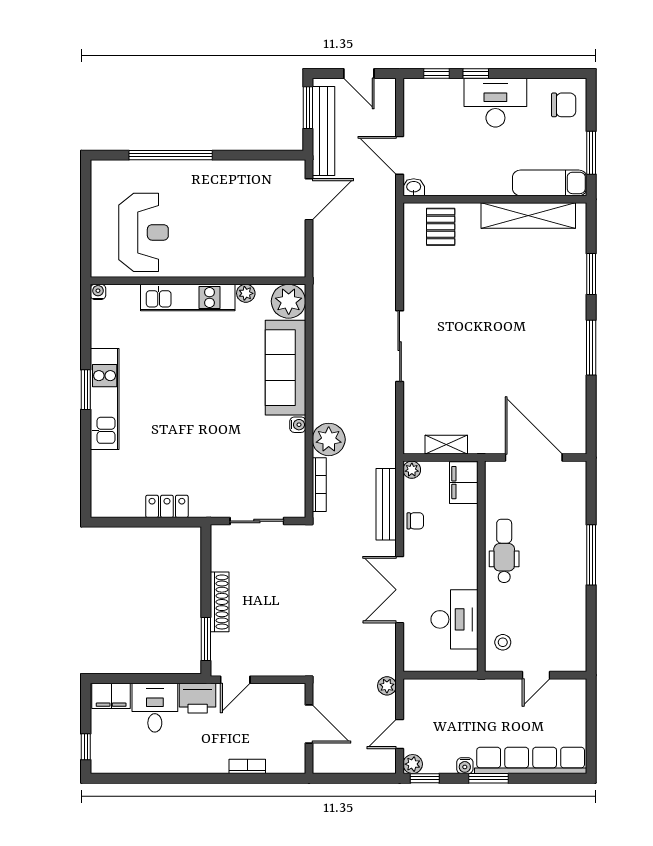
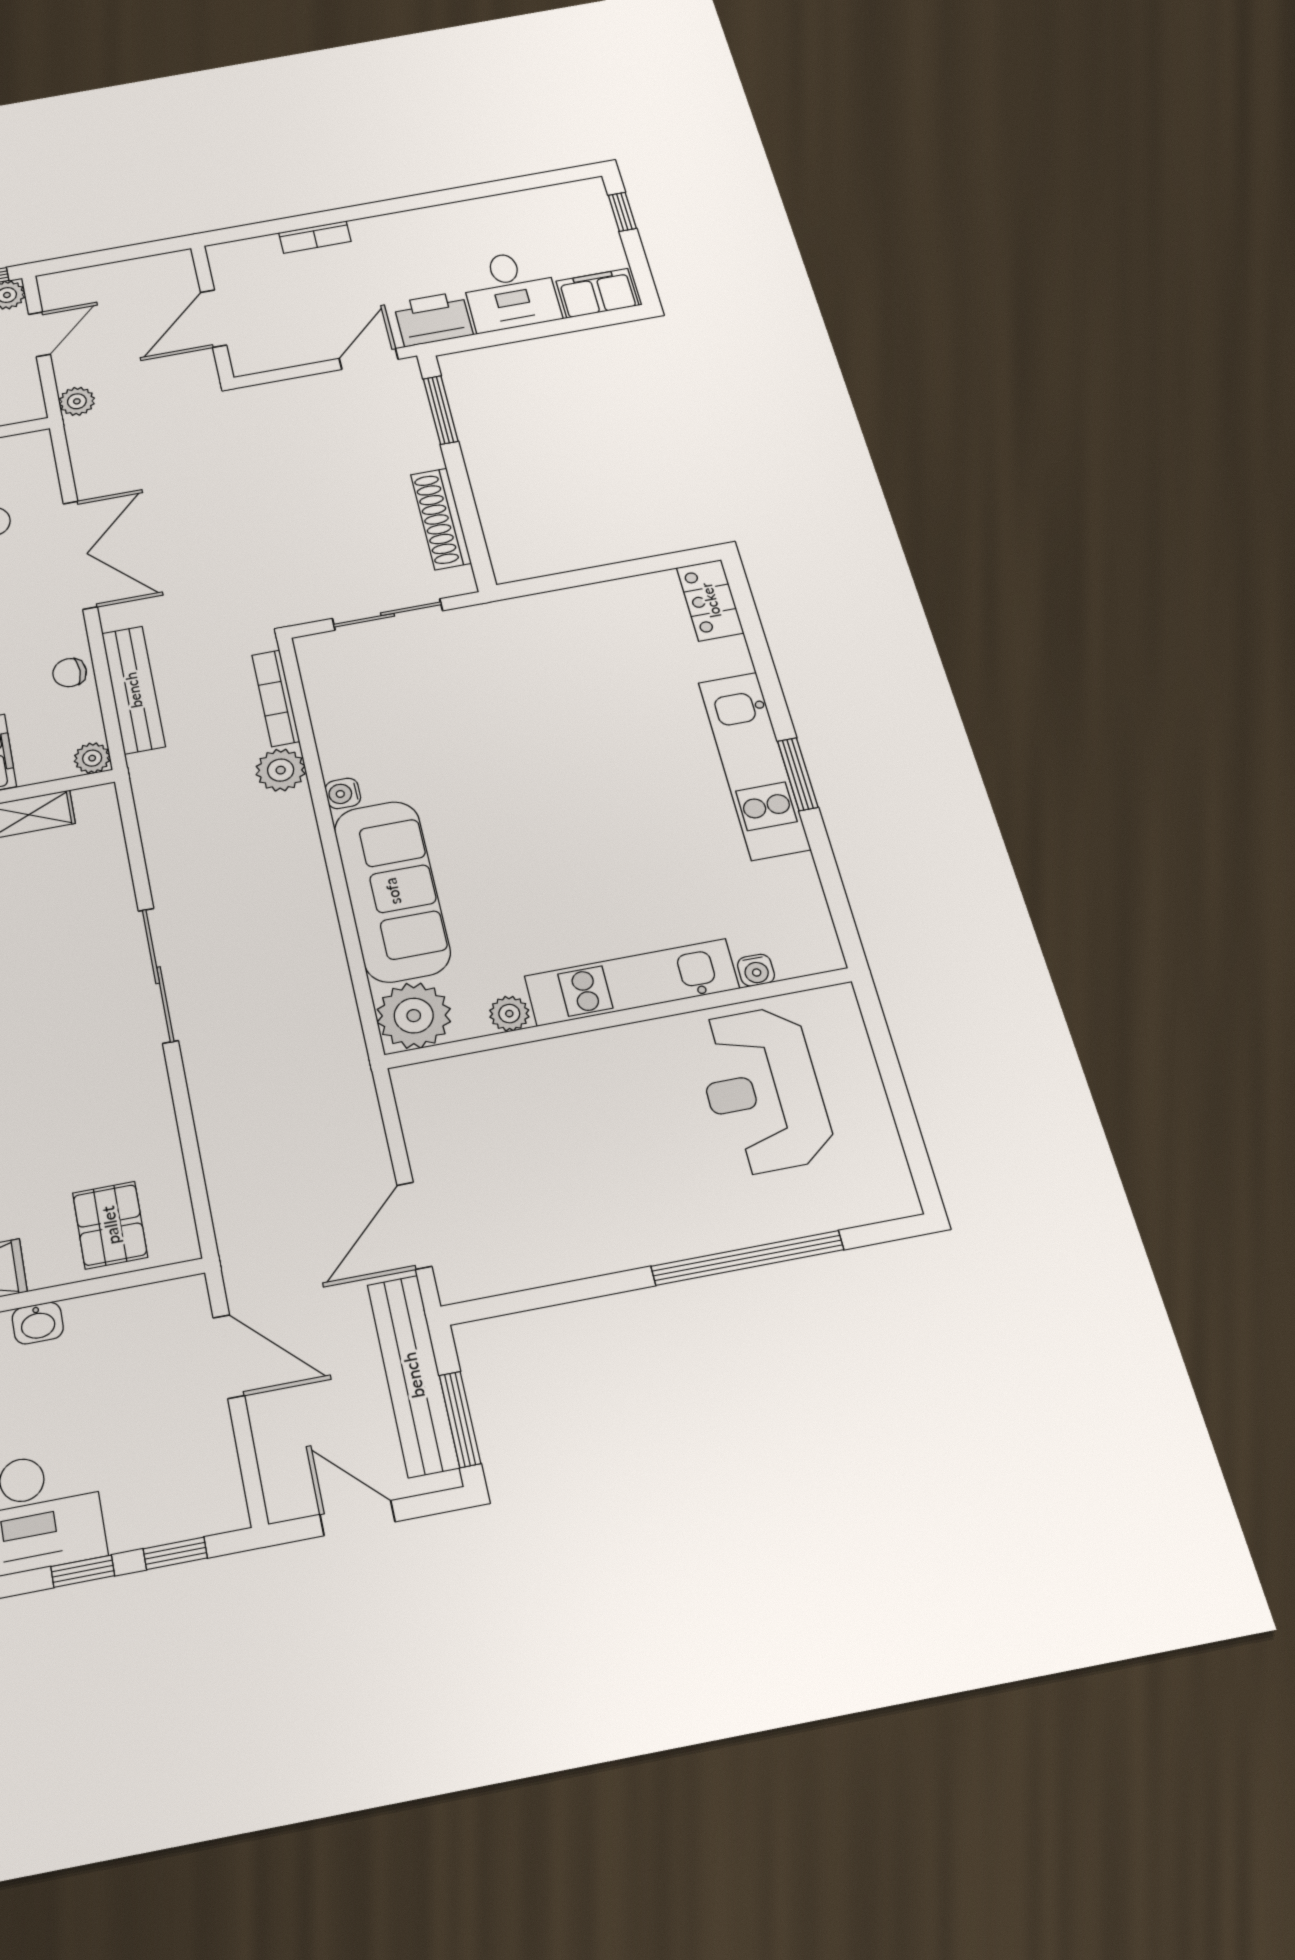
washbasin: (414, 187) -> (38, 1323), moved
water cooler: (98, 292) -> (756, 970), moved
plant: (329, 439) -> (281, 770), width x0.73, depth x0.73
locker: (167, 506) -> (710, 600), moved, turned 90
shoe rack: (220, 602) -> (441, 519), moved
door: (309, 724) -> (214, 319), hinge flipped

